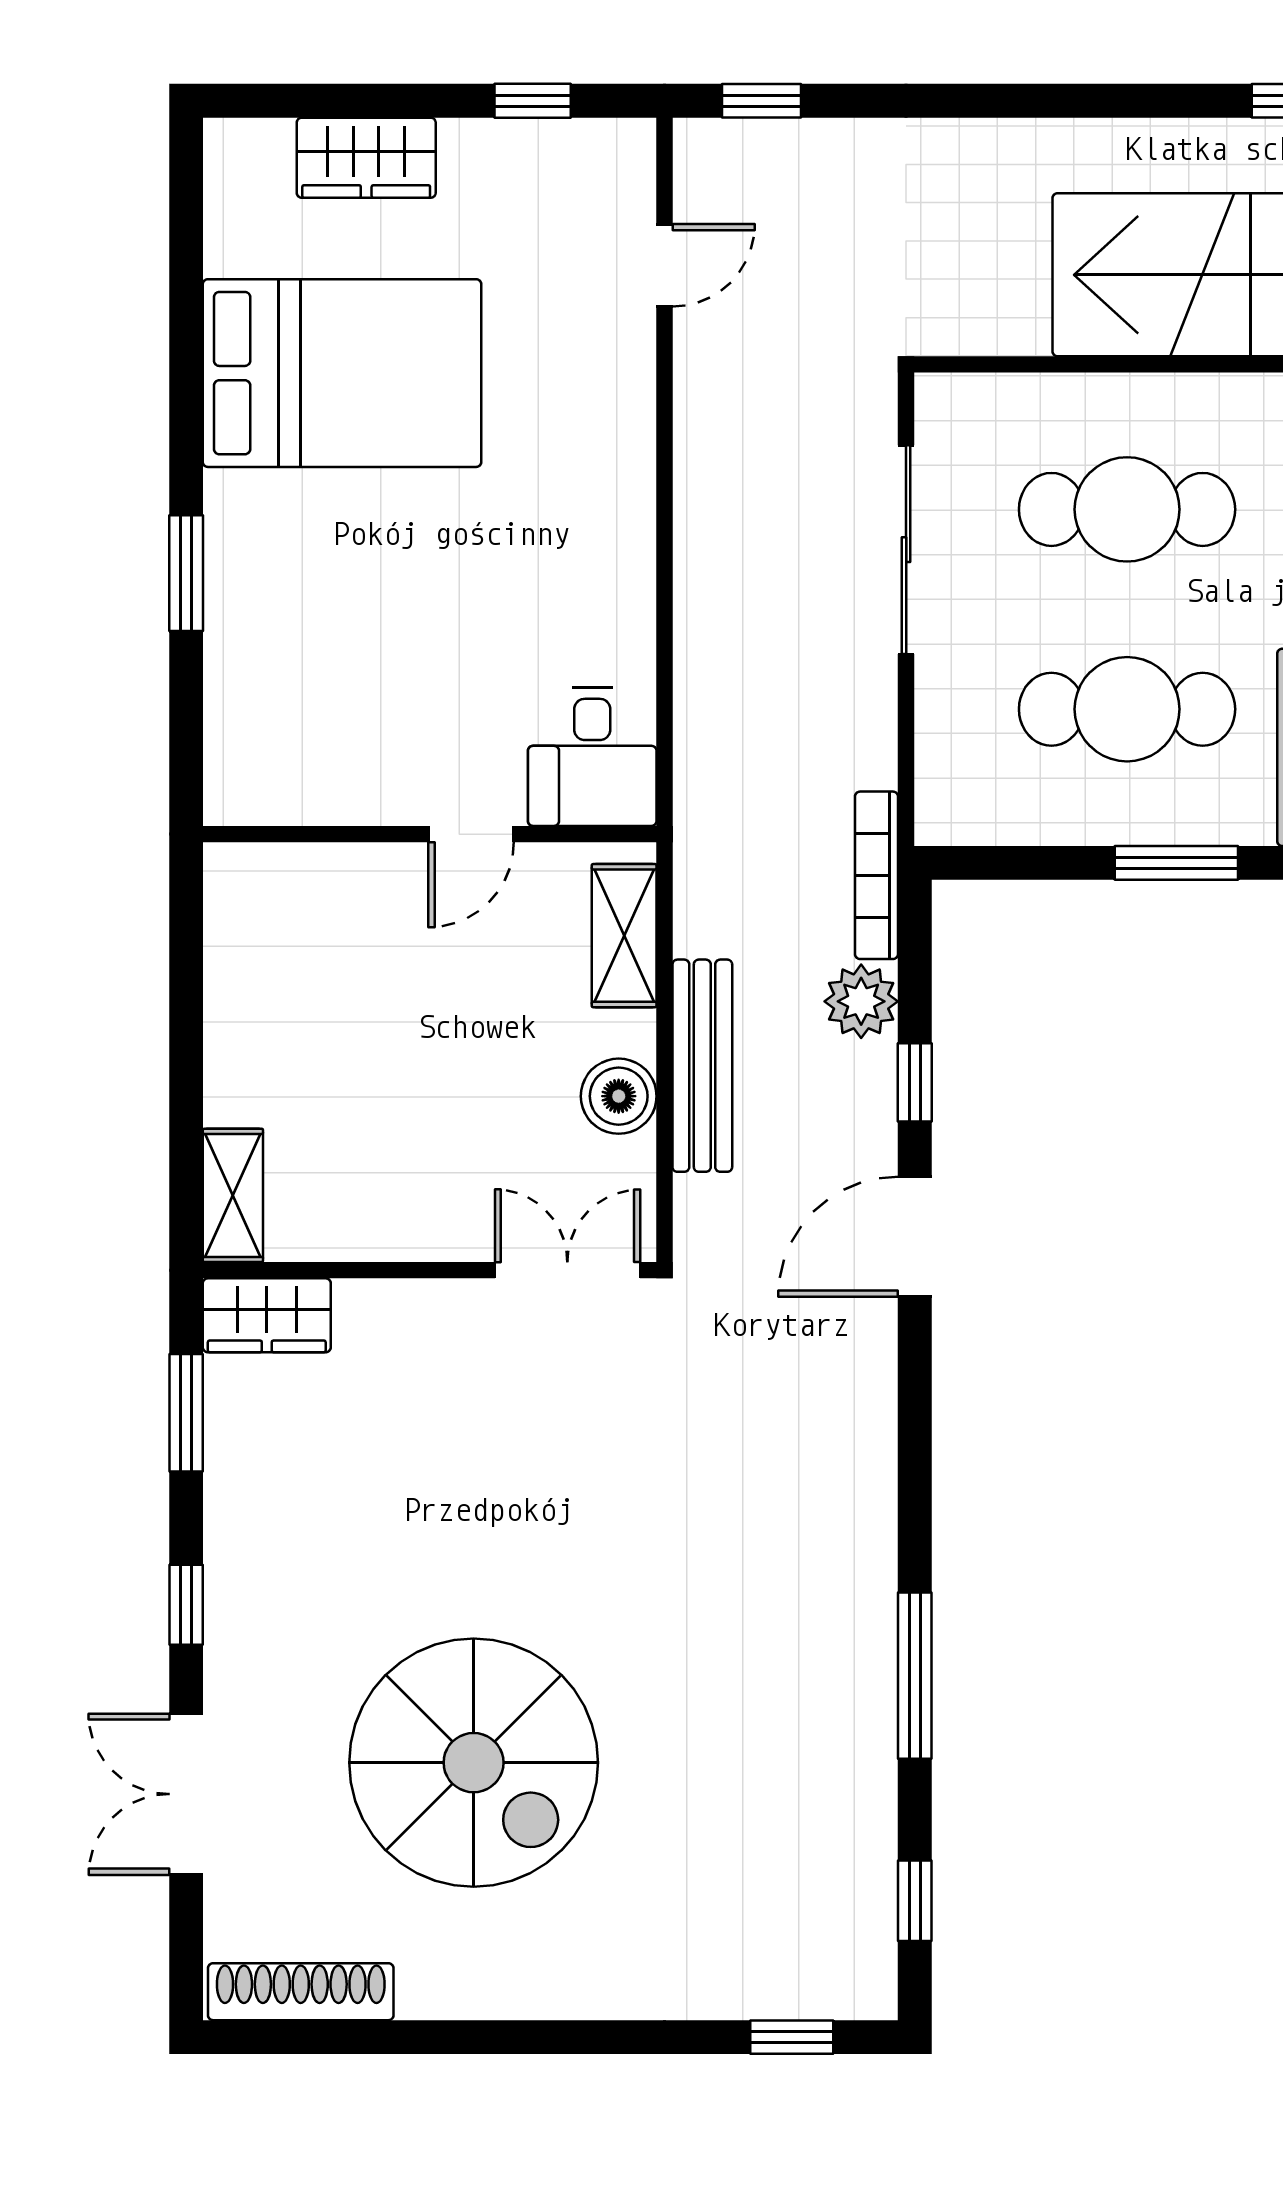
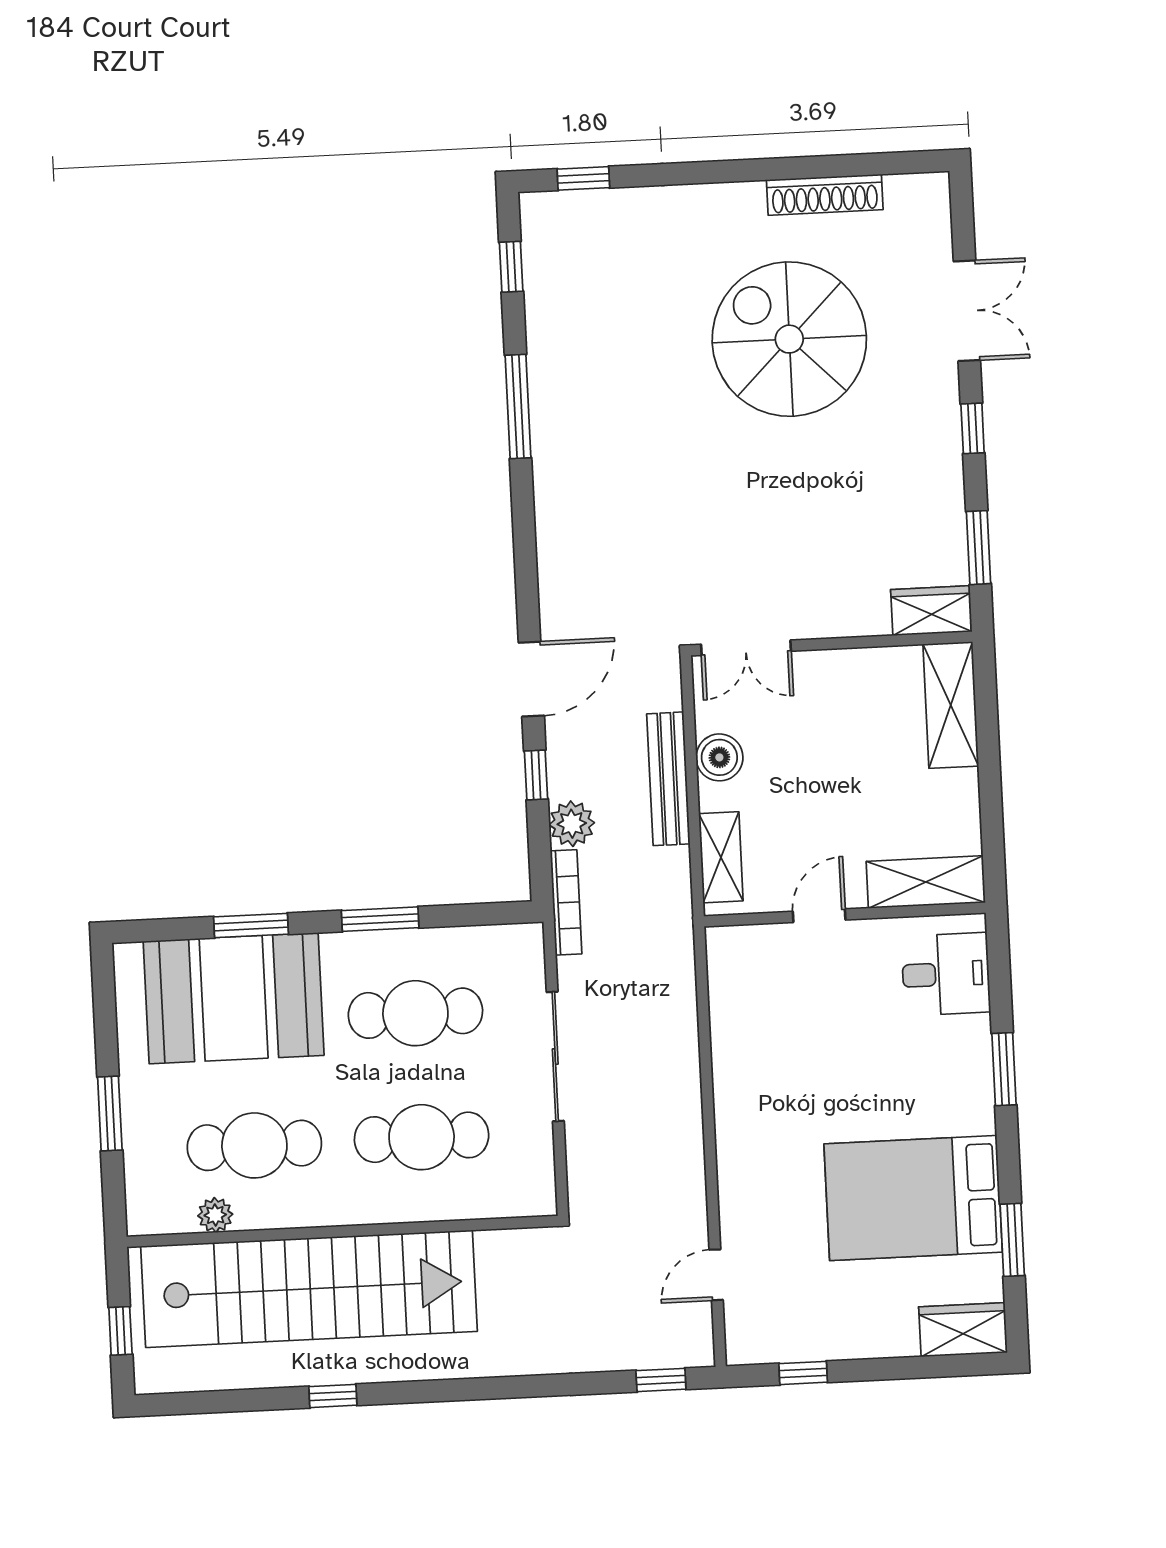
wardrobe: (366, 158) -> (963, 1330), moved
window: (186, 298) -> (1012, 1240), added
sliding door: (906, 550) -> (555, 1057), moved
desk: (592, 757) -> (946, 974), moved, turned 90
shelving: (297, 880) -> (926, 882), added
shelving: (233, 1195) -> (951, 705), width x1.50, depth x1.33
shoe rack: (301, 1992) -> (825, 195), moved

